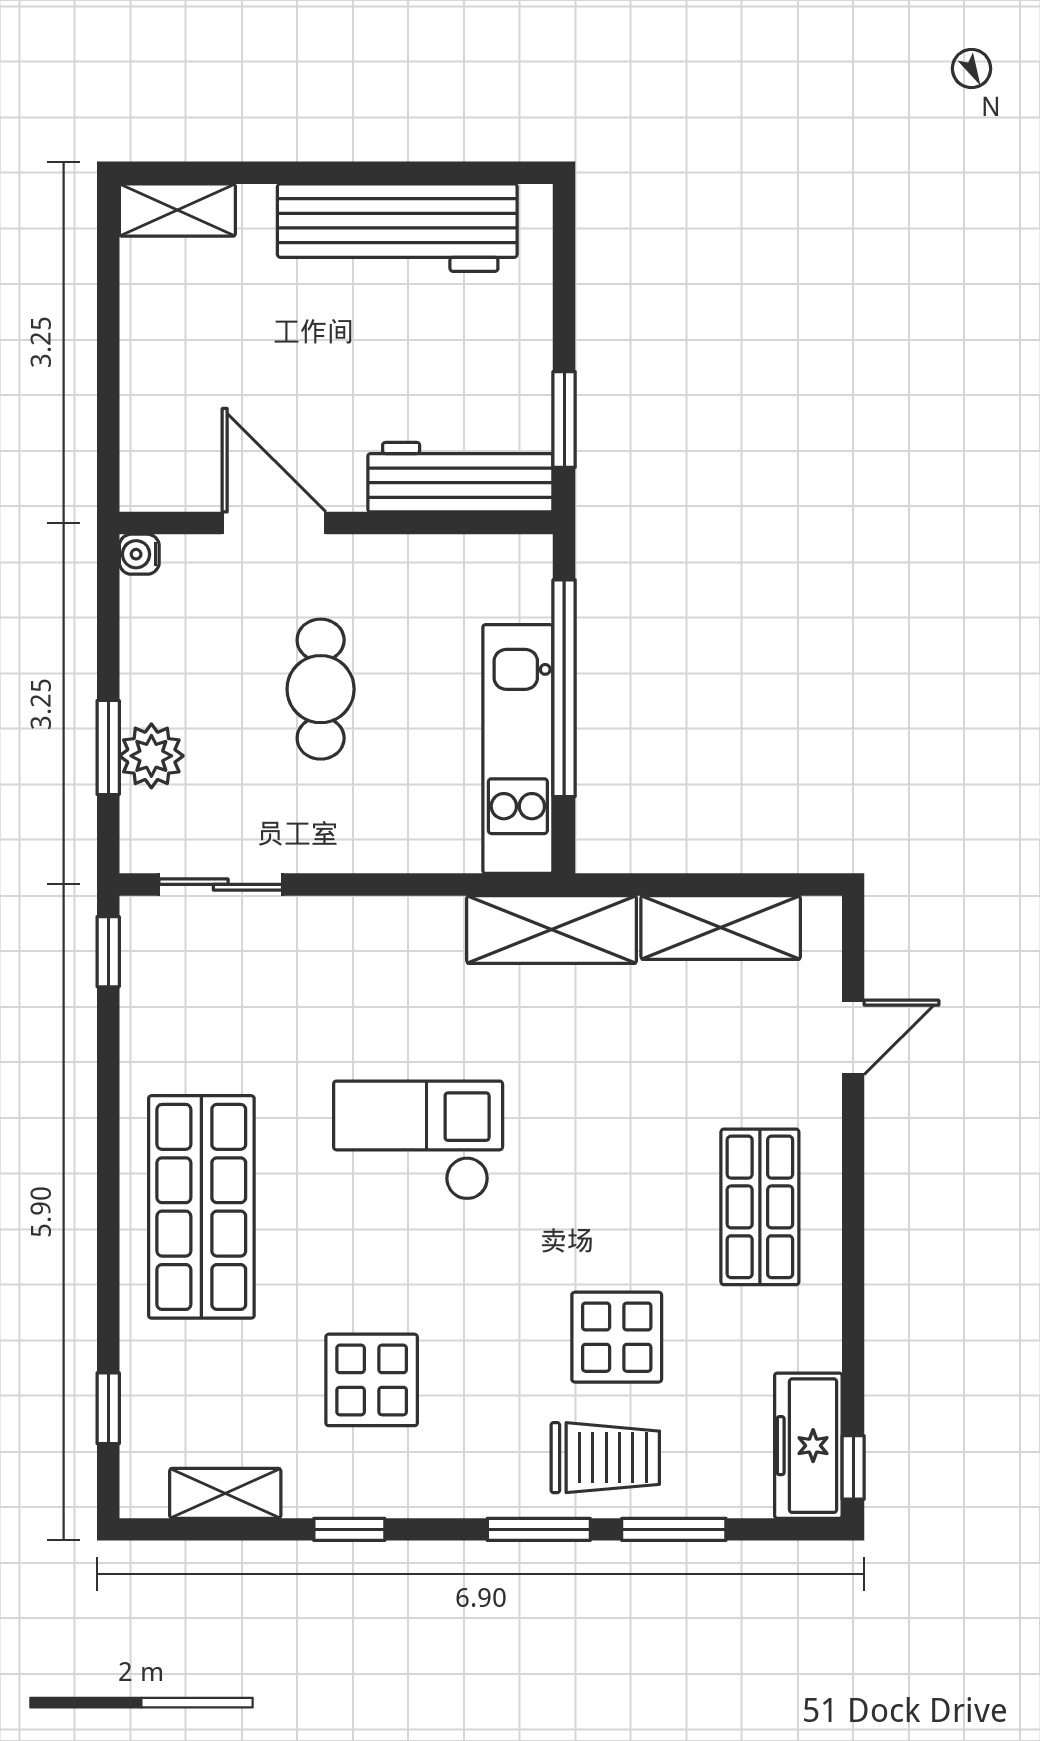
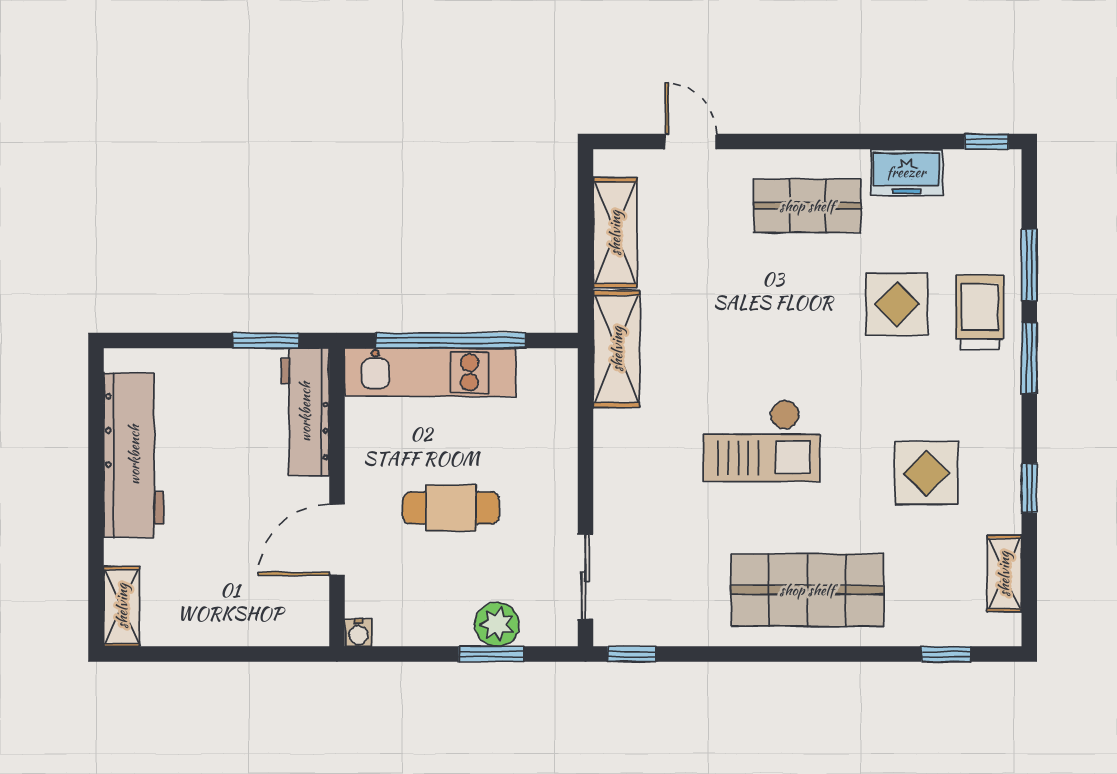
kitchen unit: (518, 749) -> (430, 372), moved
checkout: (418, 1140) -> (762, 441), turned -90
freezer: (808, 1446) -> (906, 172), moved, width x0.71

